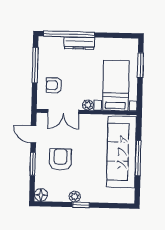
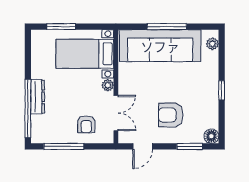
window: (33, 164) -> (190, 146), moved
plant: (75, 197) -> (212, 44), moved

